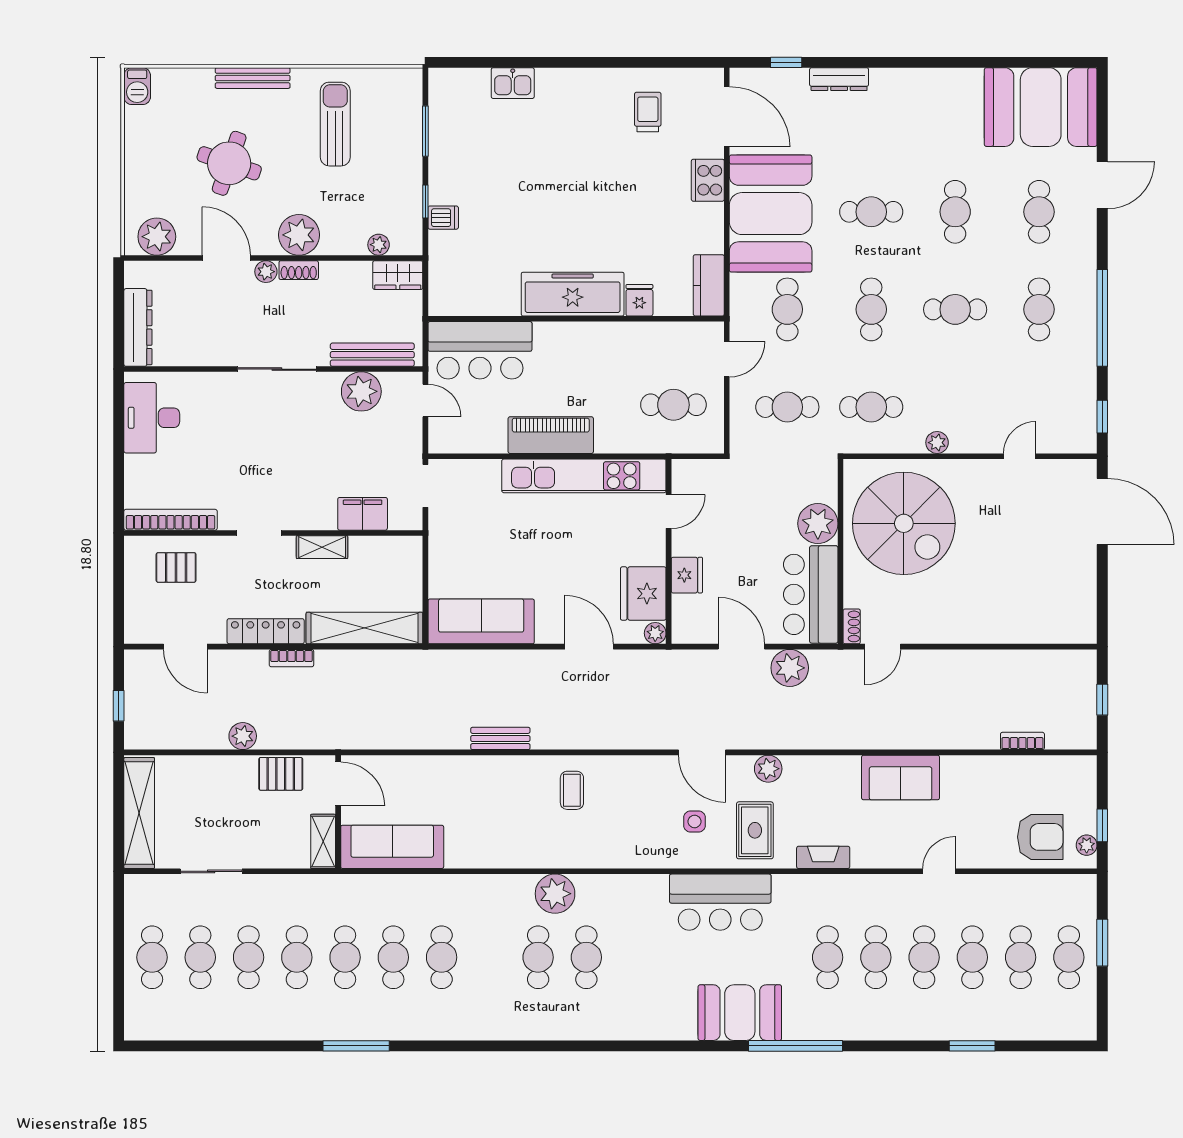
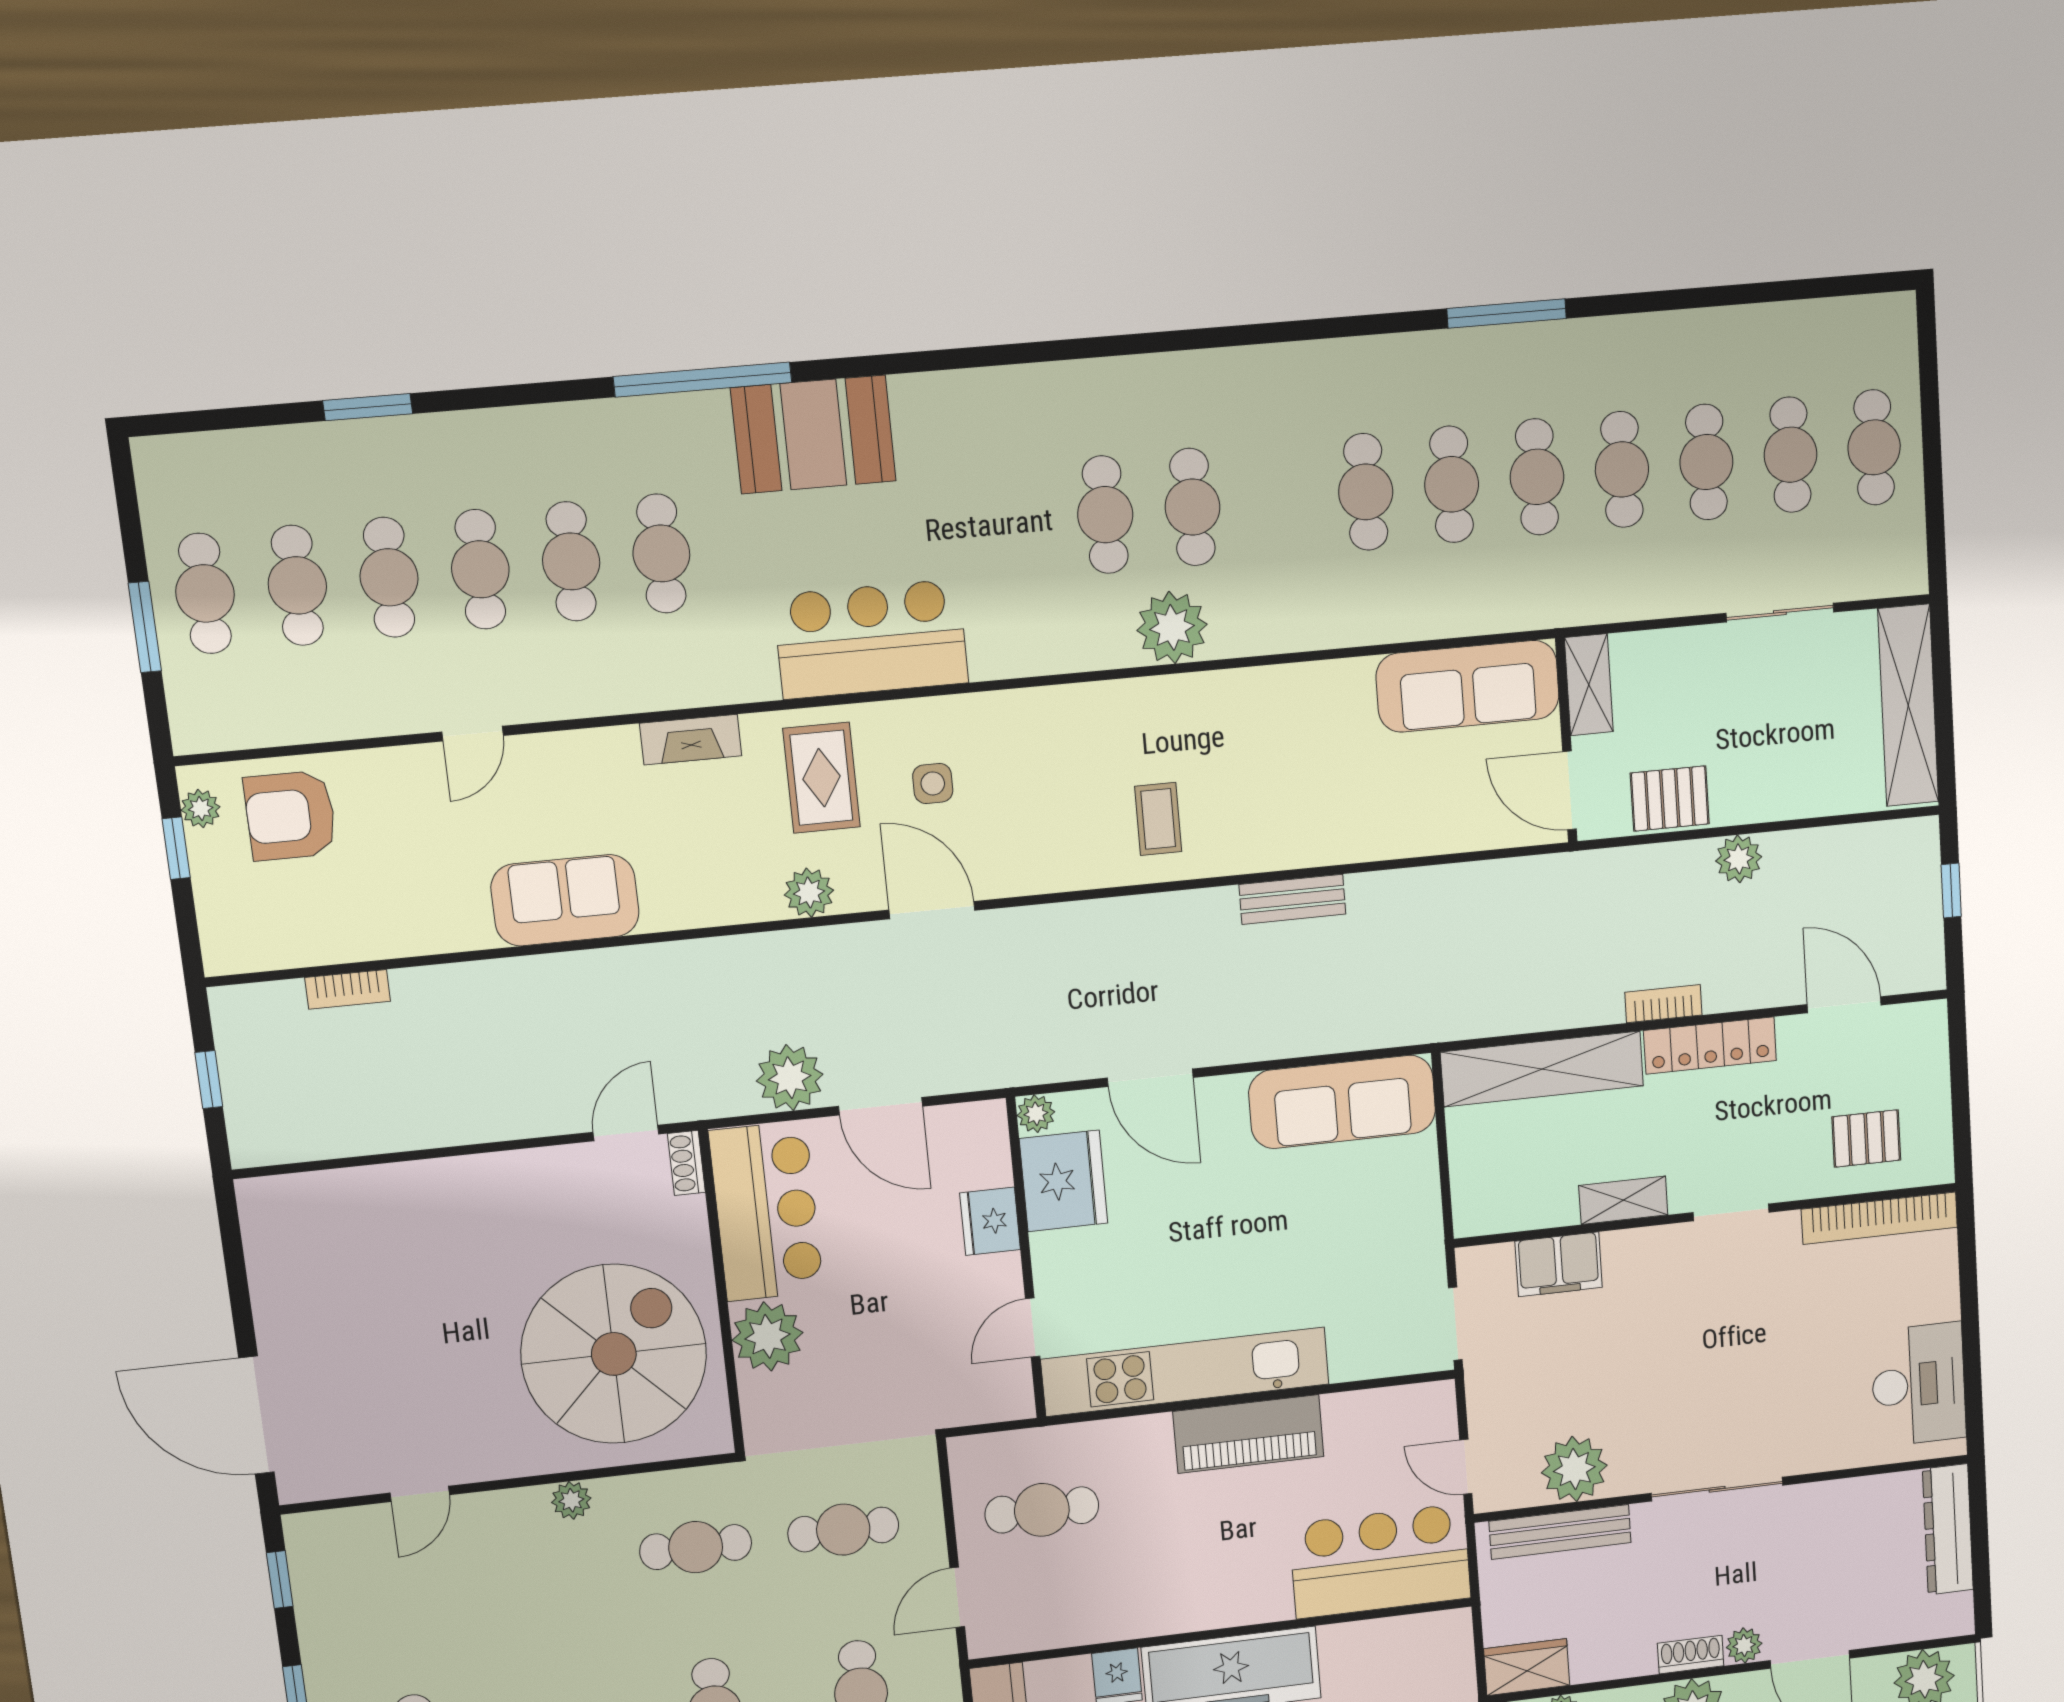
spiral stairs: (904, 523) -> (614, 1354), turned 90

